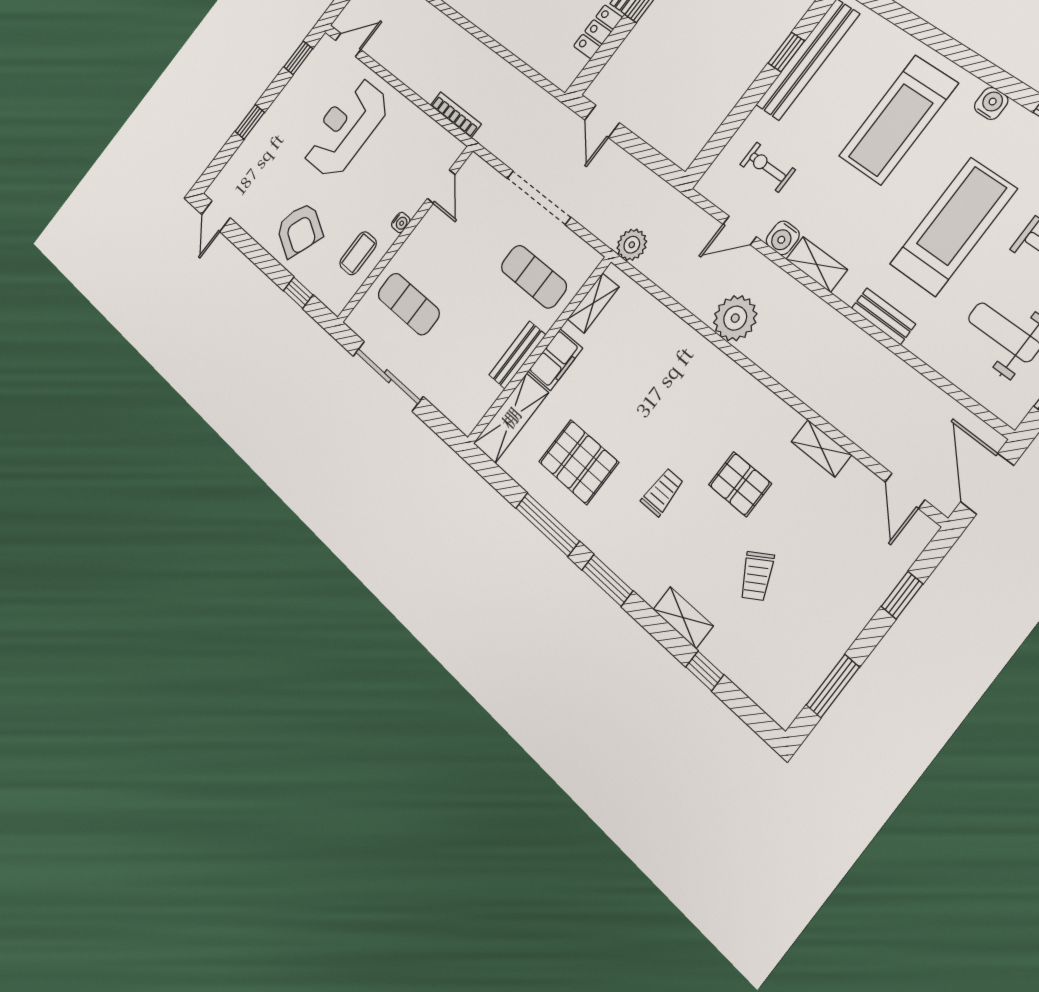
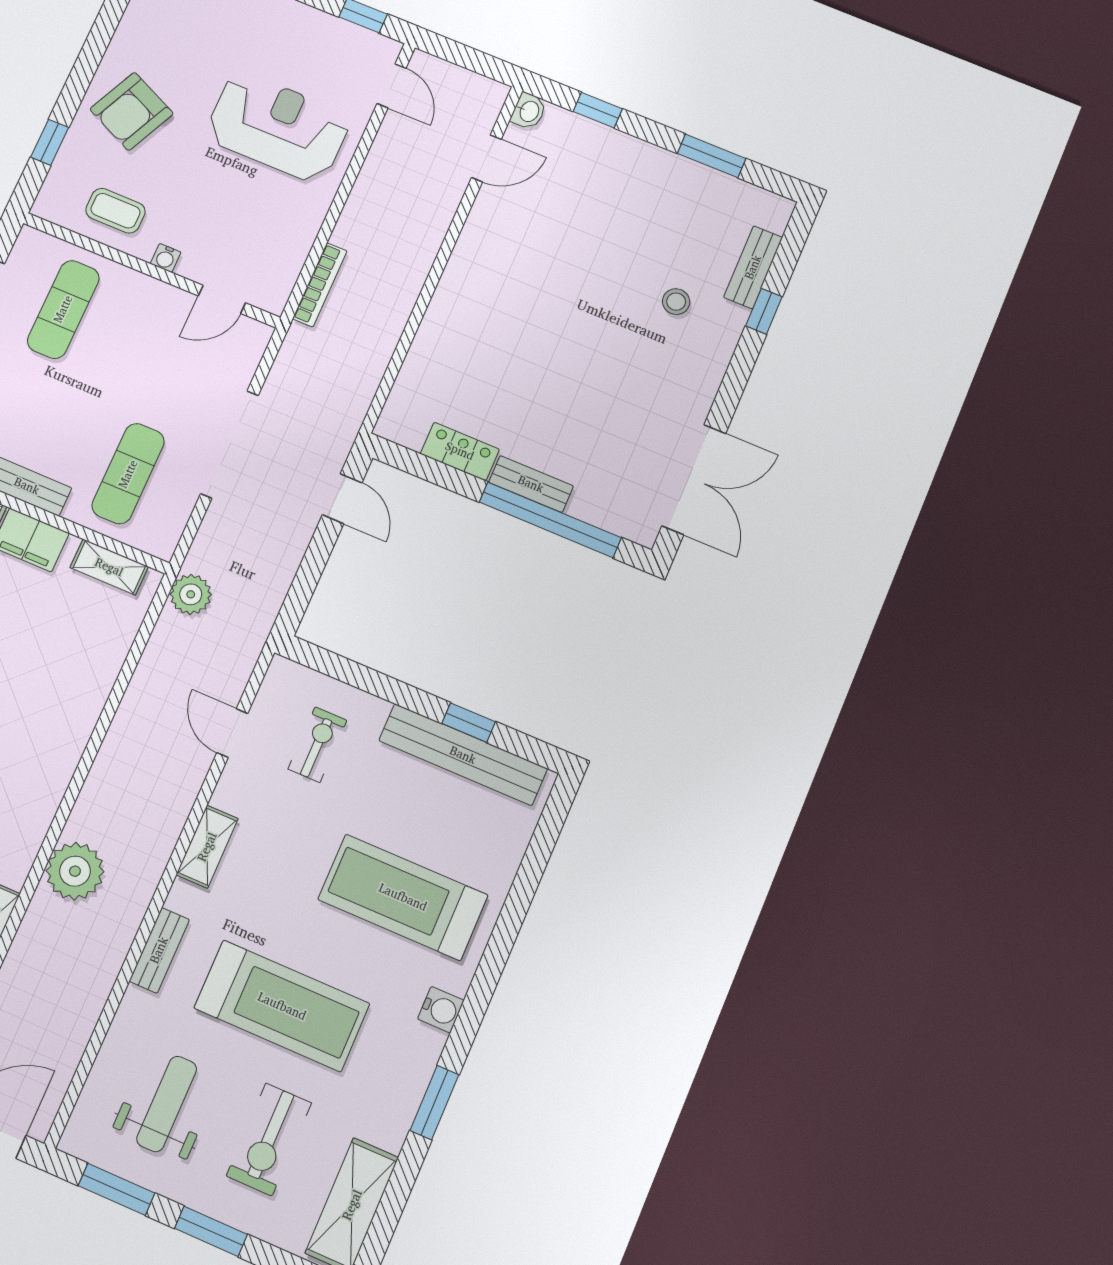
door: (602, 121) -> (342, 499), swing flipped
water cooler: (783, 238) -> (233, 793), removed
plant: (735, 318) -> (75, 871), moved

